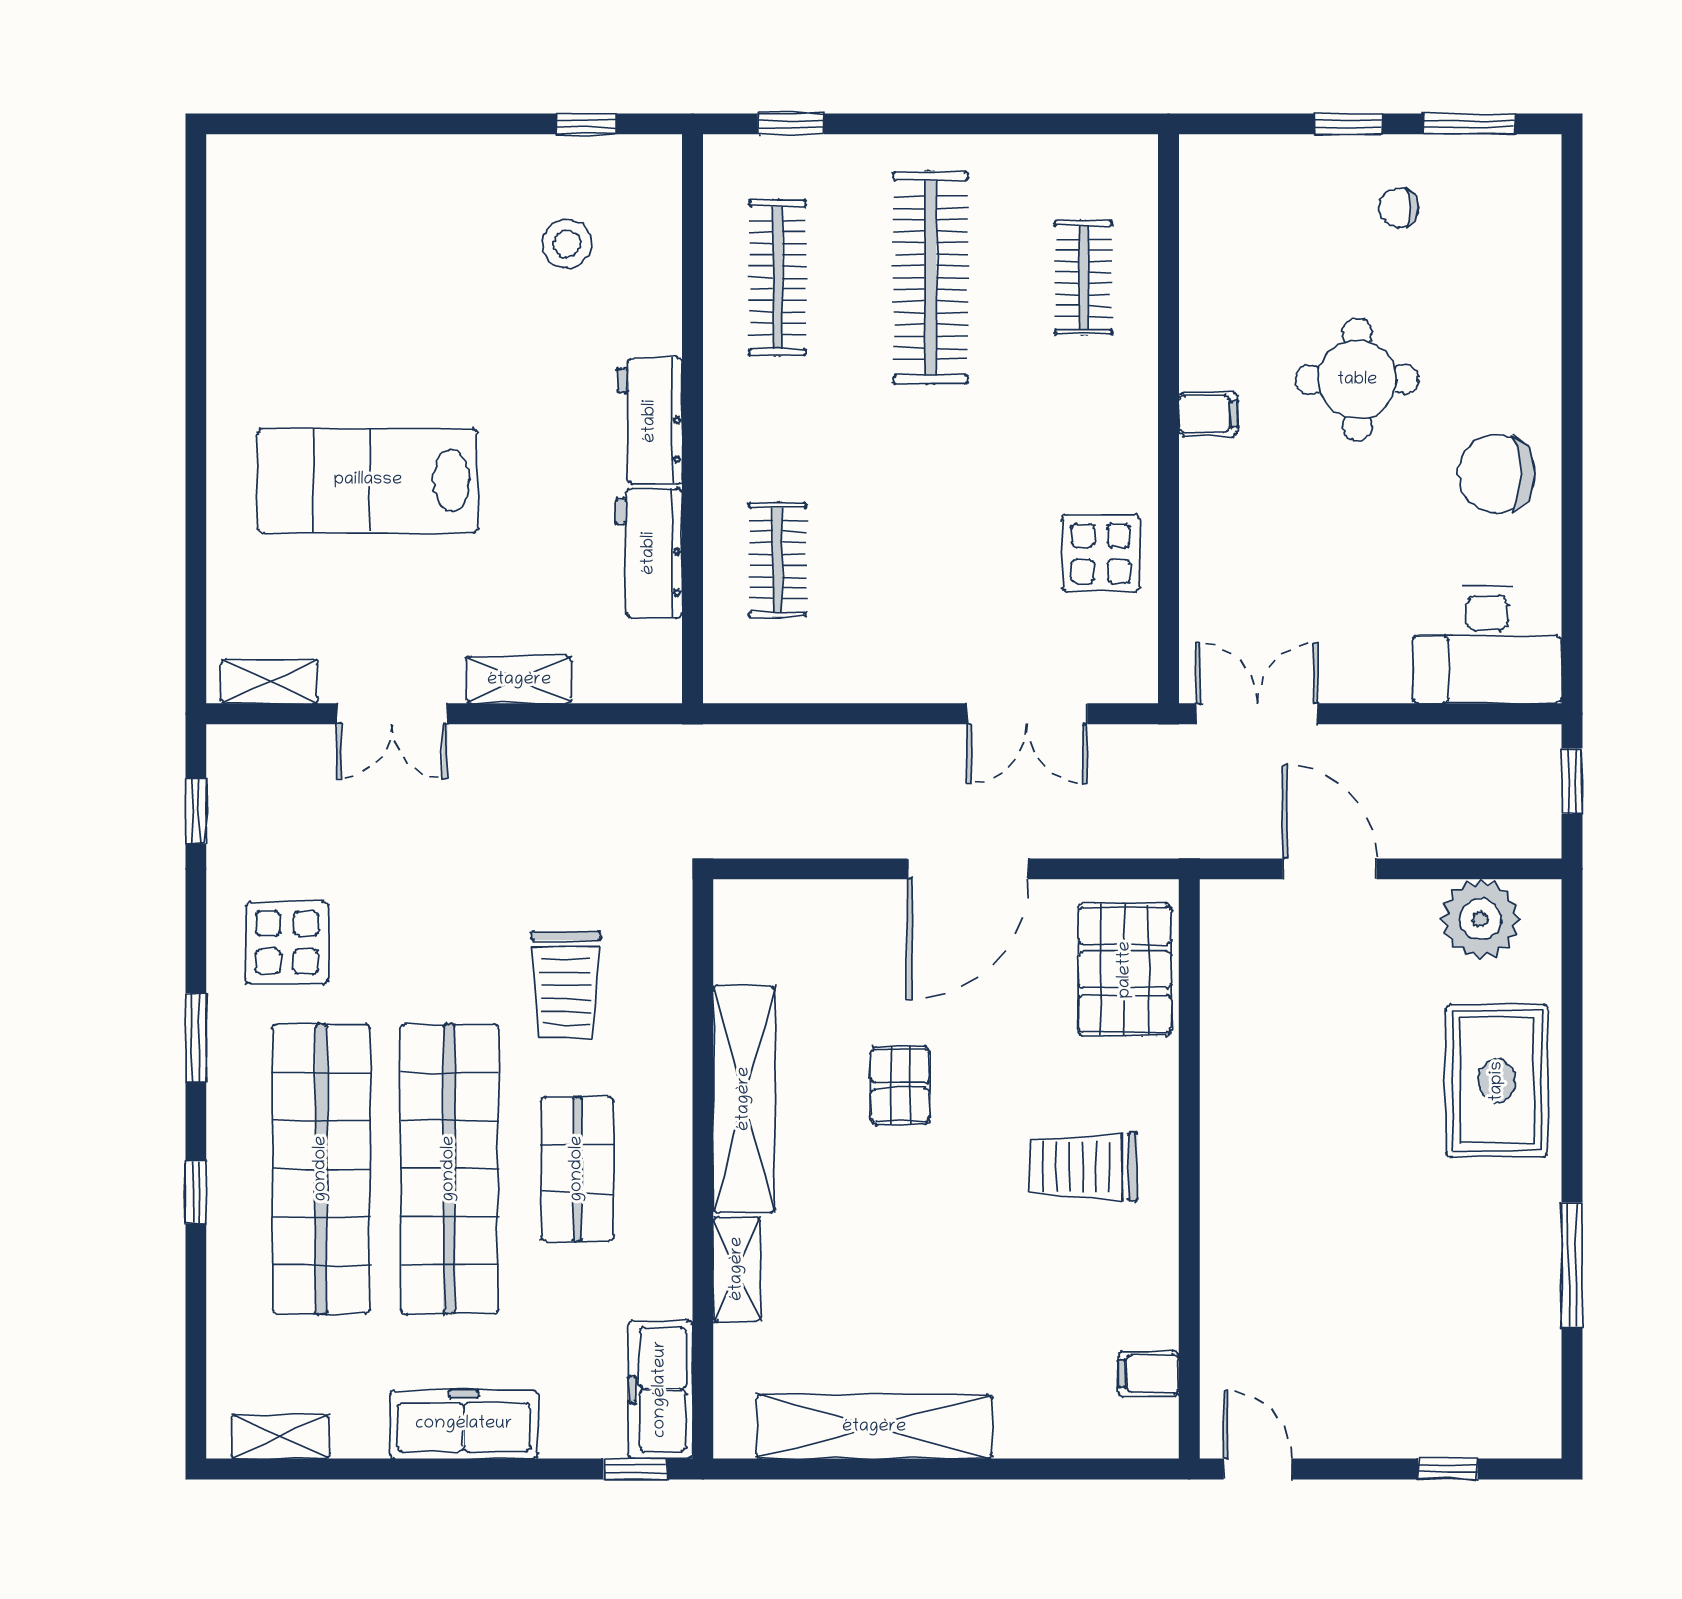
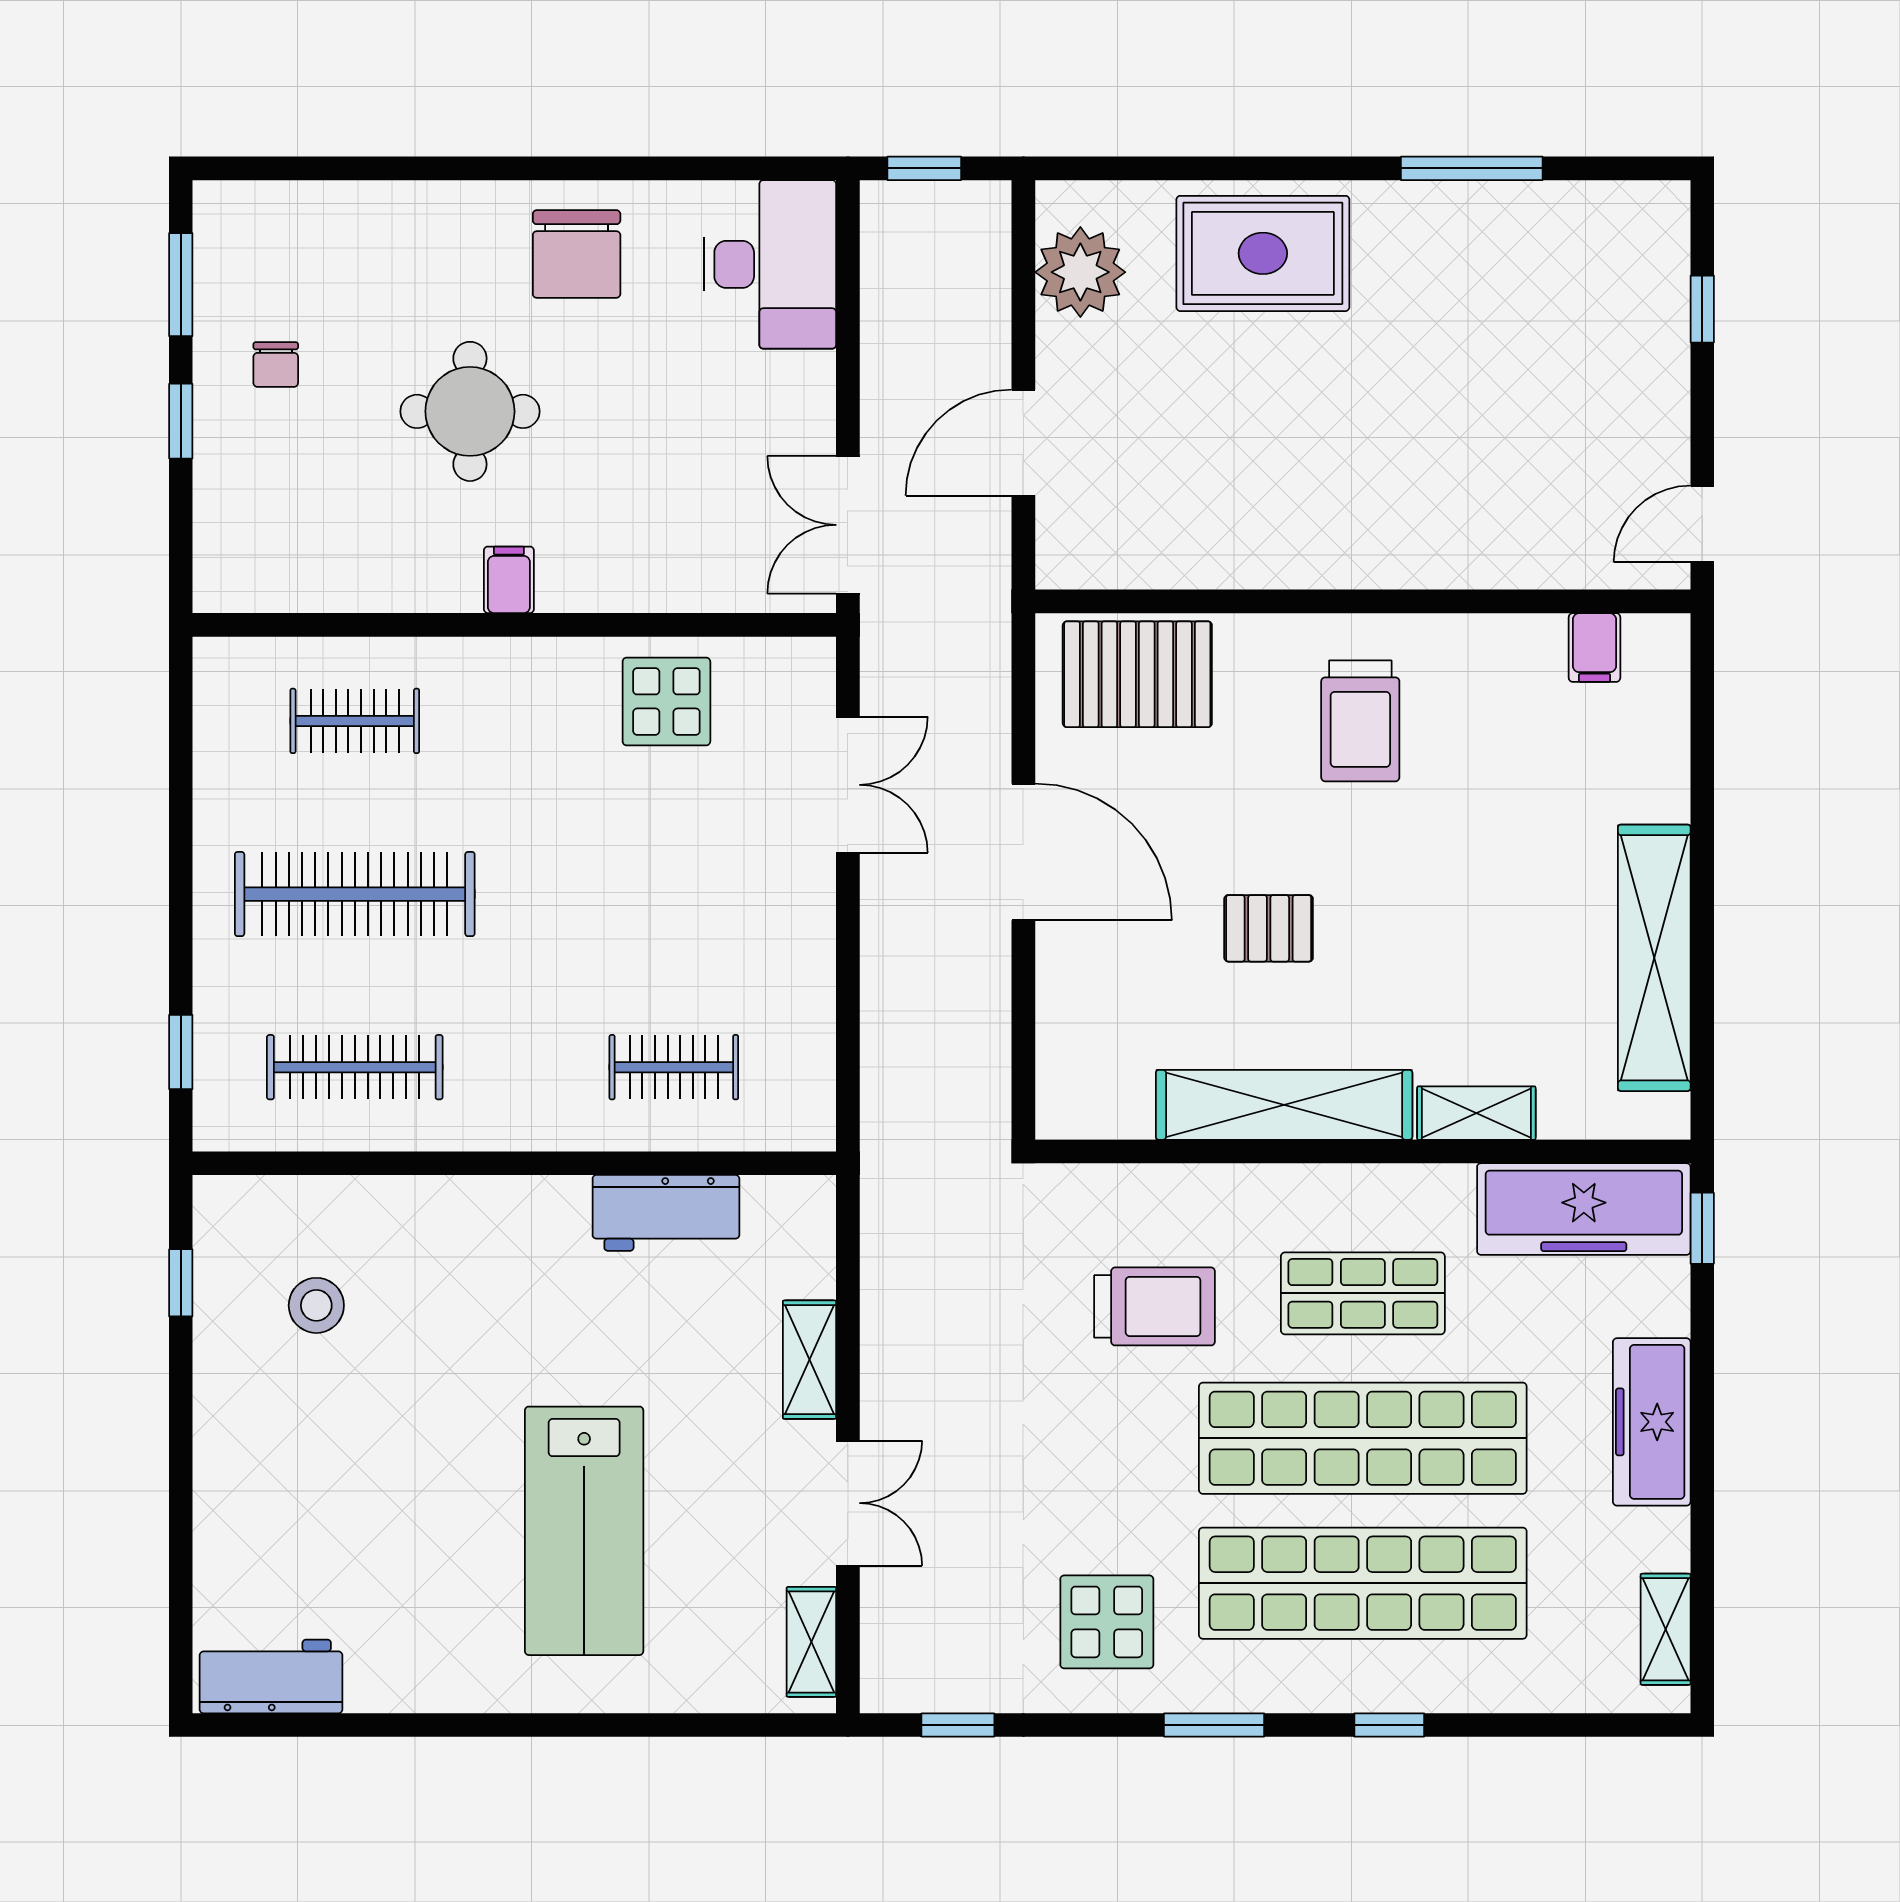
workbench: (650, 421) -> (271, 1676), moved, turned 180
freezer: (660, 1389) -> (1584, 1209), width x1.36, depth x1.26

